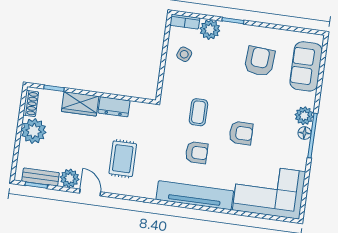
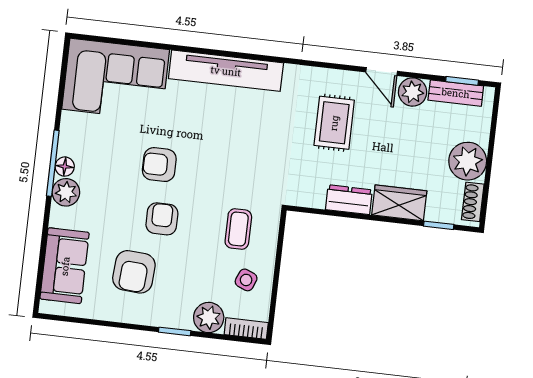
coffee table: (198, 112) -> (238, 229), moved
armchair: (197, 153) -> (162, 219), moved, turned 90

